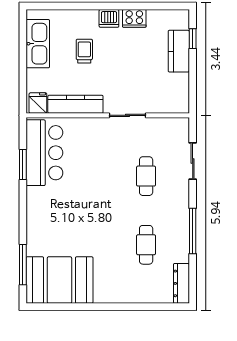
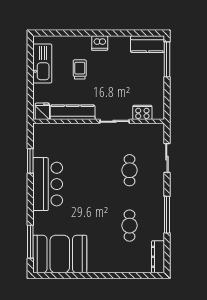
cooker: (134, 18) -> (142, 112), moved, turned 180
window: (193, 39) -> (167, 59), width x2.17
kitchen counter: (179, 51) -> (147, 44), moved, turned -90
bar counter: (44, 153) -> (48, 184), moved

